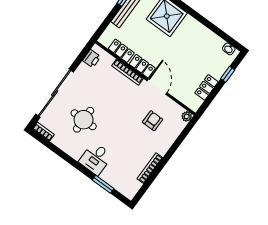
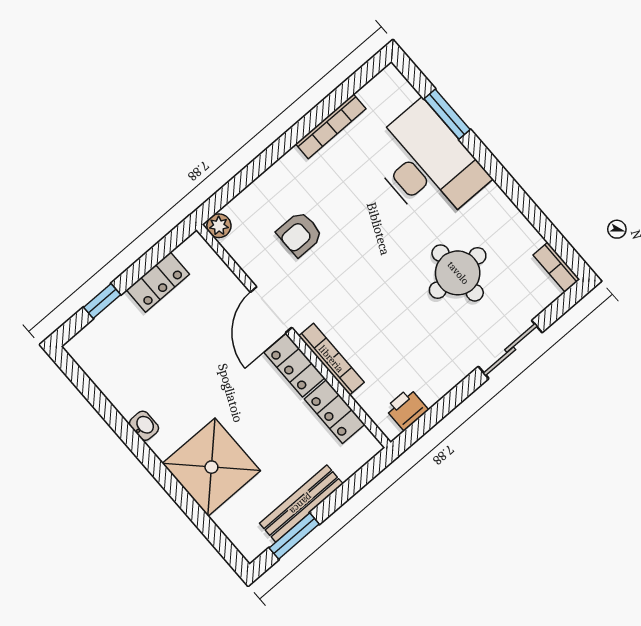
washbasin: (229, 49) -> (144, 426), moved
sliding door: (55, 93) -> (510, 350), width x0.54
desk: (96, 159) -> (427, 164), width x1.87, depth x1.30

